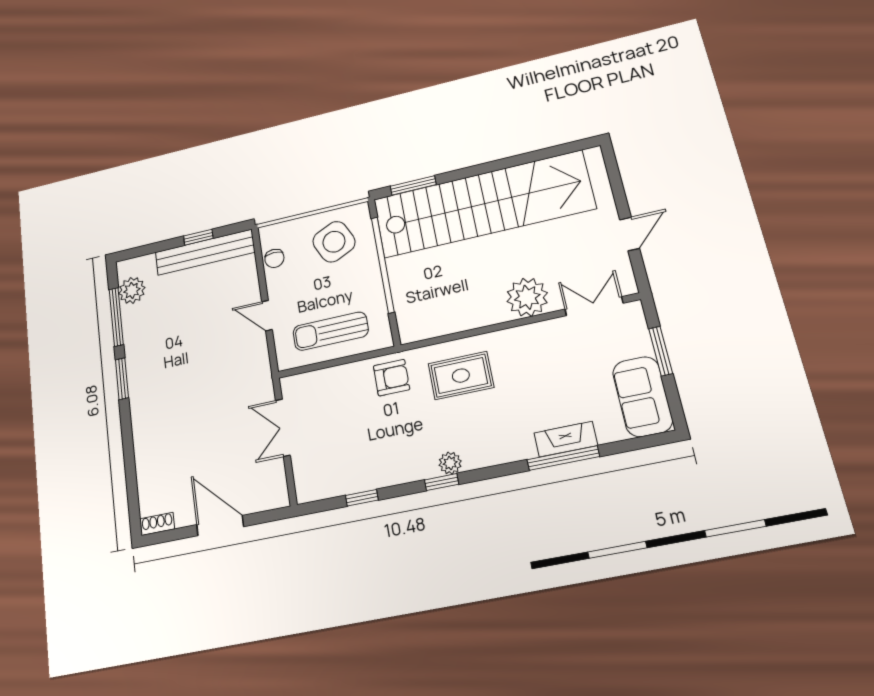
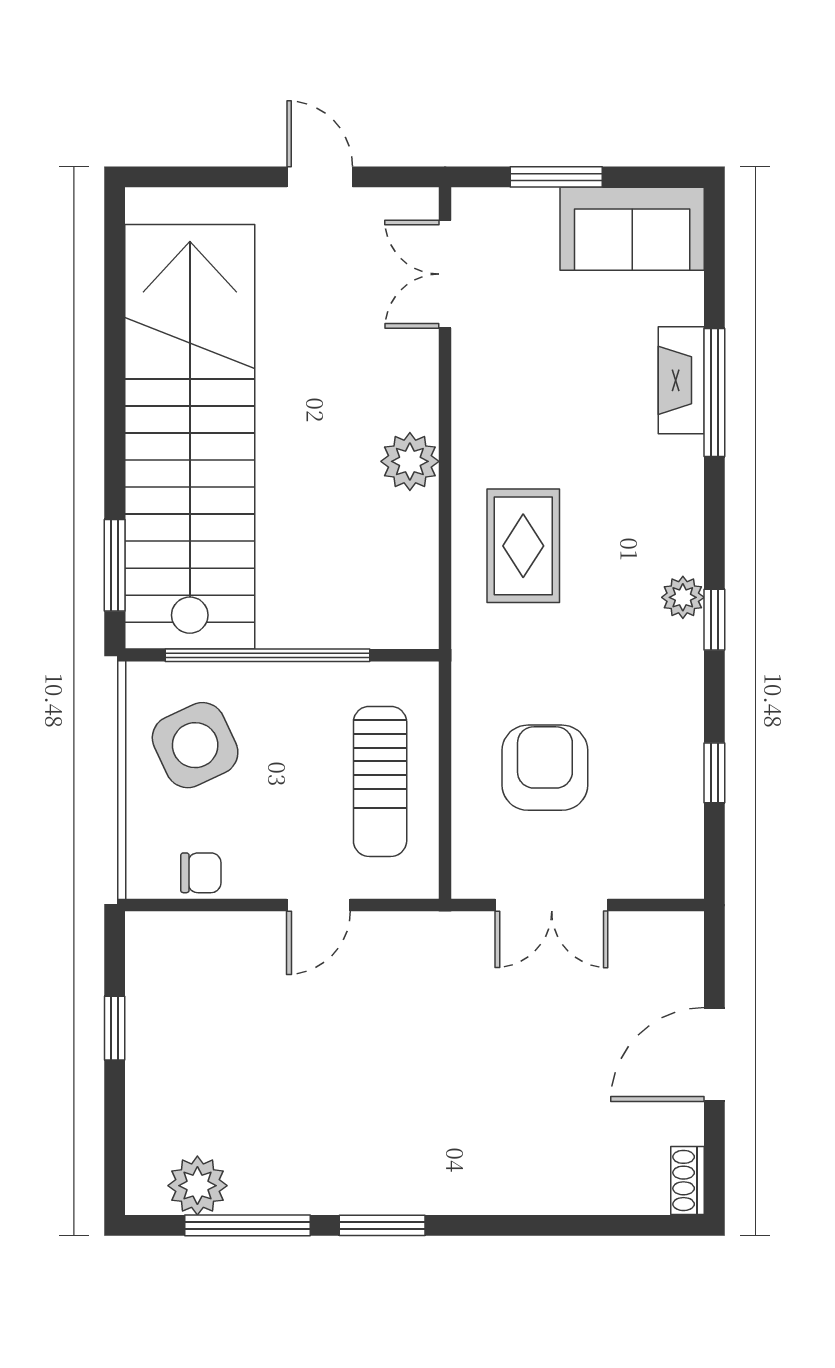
bench: (205, 252) -> (151, 1018), removed
plant: (527, 297) -> (410, 461), moved, width x0.73, depth x0.73
armchair: (392, 378) -> (545, 768), moved, width x1.38, depth x1.38

